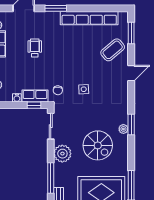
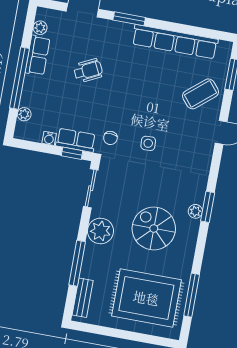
wheelchair: (35, 48) -> (88, 71), turned 64
spiral stairs: (98, 145) -> (154, 228), turned 180

